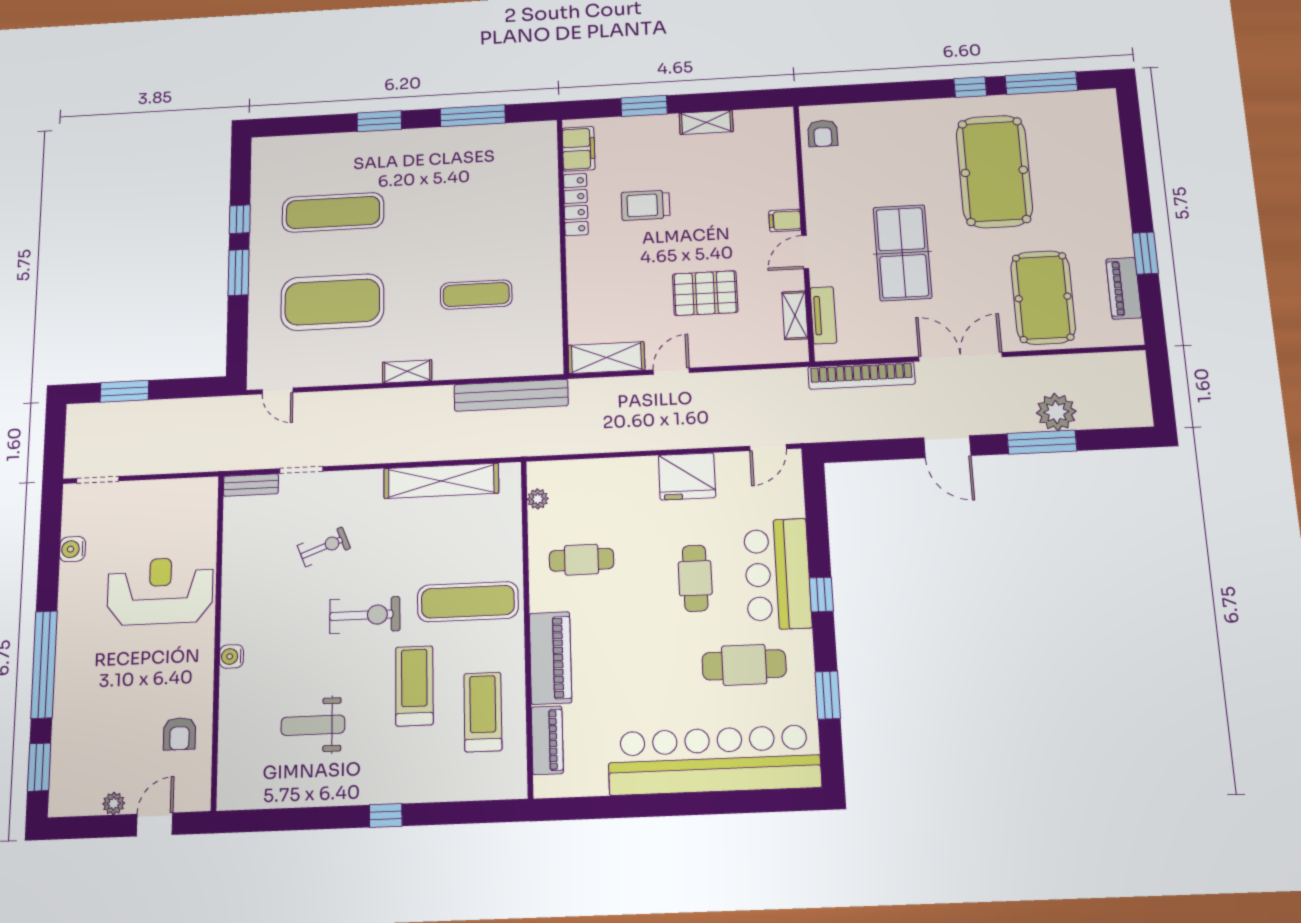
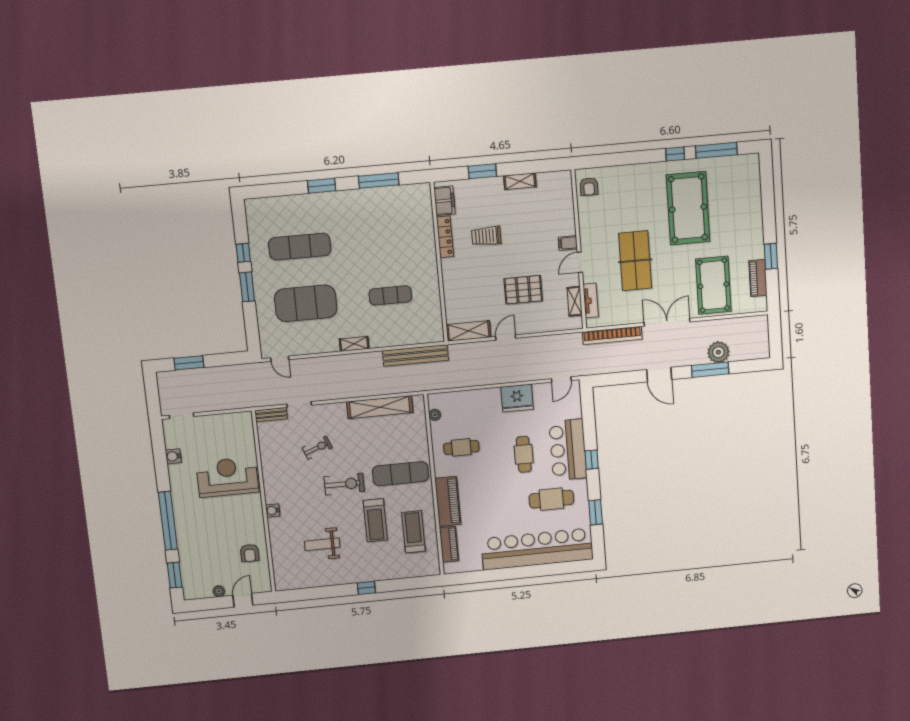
treadmill: (414, 686) -> (375, 520), turned 180

